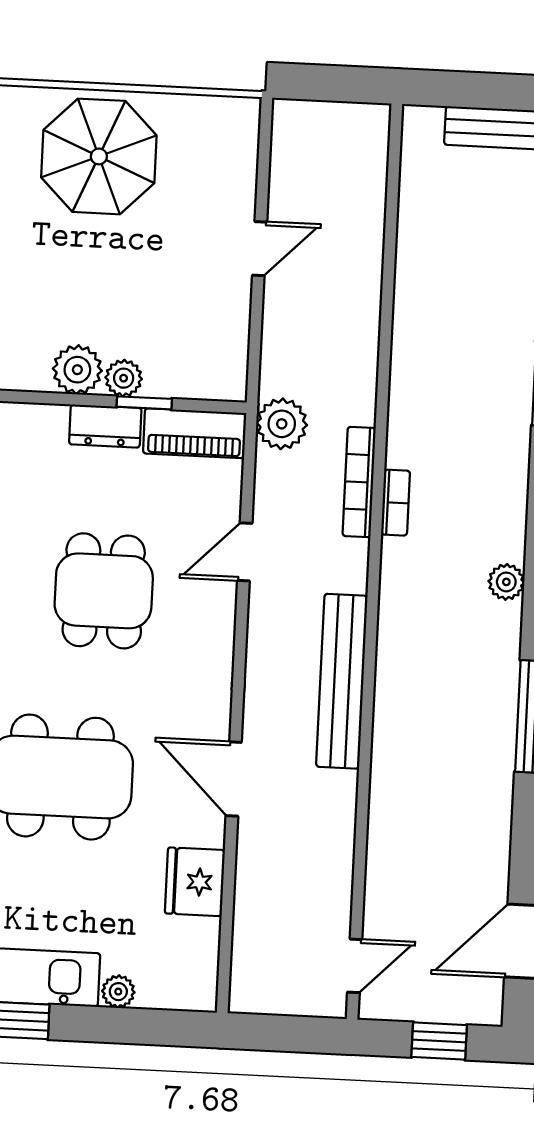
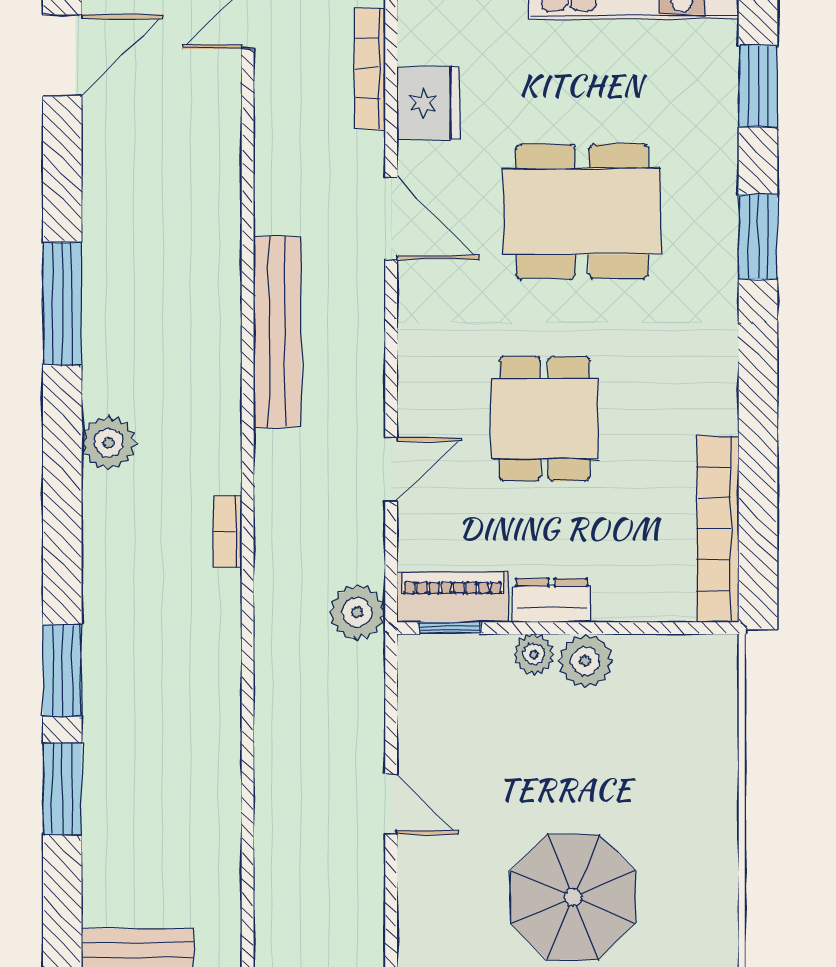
door: (260, 249) -> (391, 804), swing flipped
window: (144, 403) -> (450, 628), moved
bookcase: (359, 482) -> (370, 68), moved, turned 180
plant: (506, 582) -> (109, 443), width x1.38, depth x1.38

